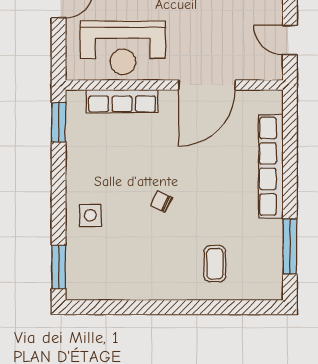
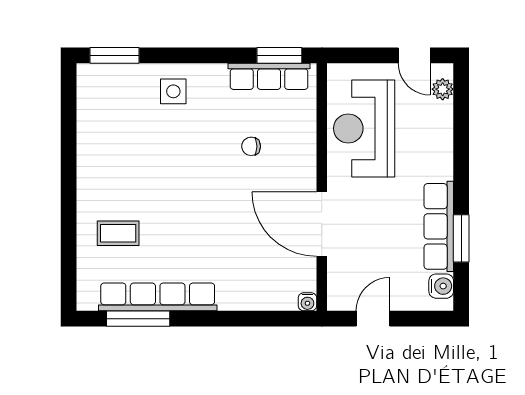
water cooler: (275, 98) -> (307, 302), added
row of seats: (122, 101) -> (269, 76), moved, turned -90
row of seats: (271, 166) -> (158, 297), moved
chair: (161, 202) -> (251, 146), moved, turned -115

